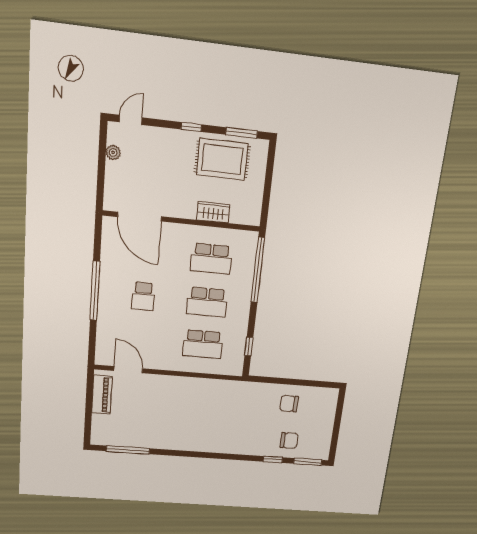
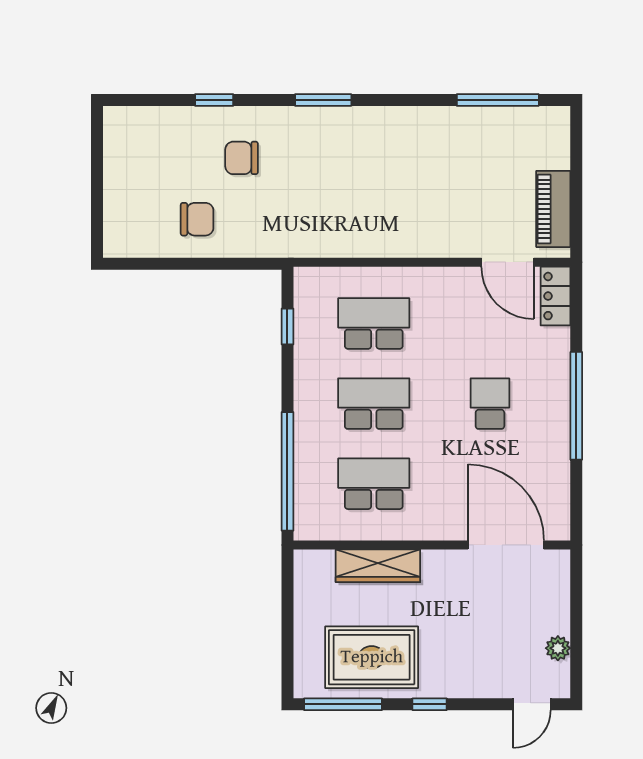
window: (242, 133) -> (343, 704), width x1.44
wardrobe: (213, 212) -> (378, 566), width x1.50
locker: (103, 350) -> (555, 296), added
chair: (289, 441) -> (242, 158), moved
window: (308, 462) -> (323, 100), moved

